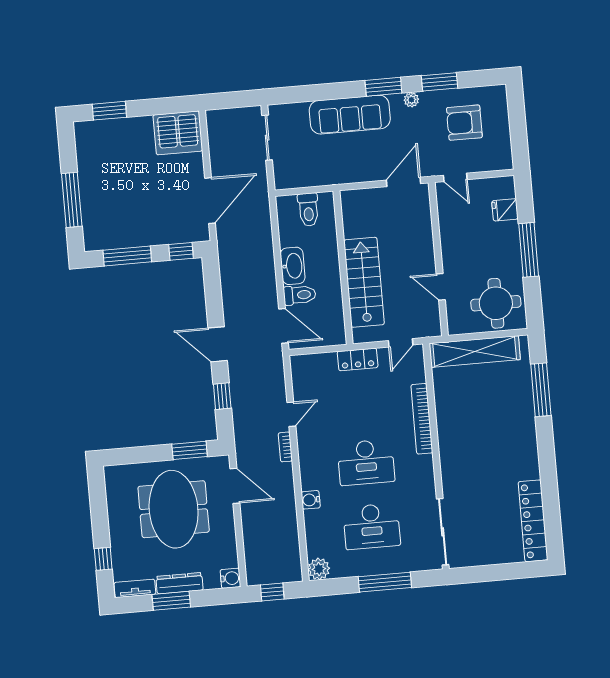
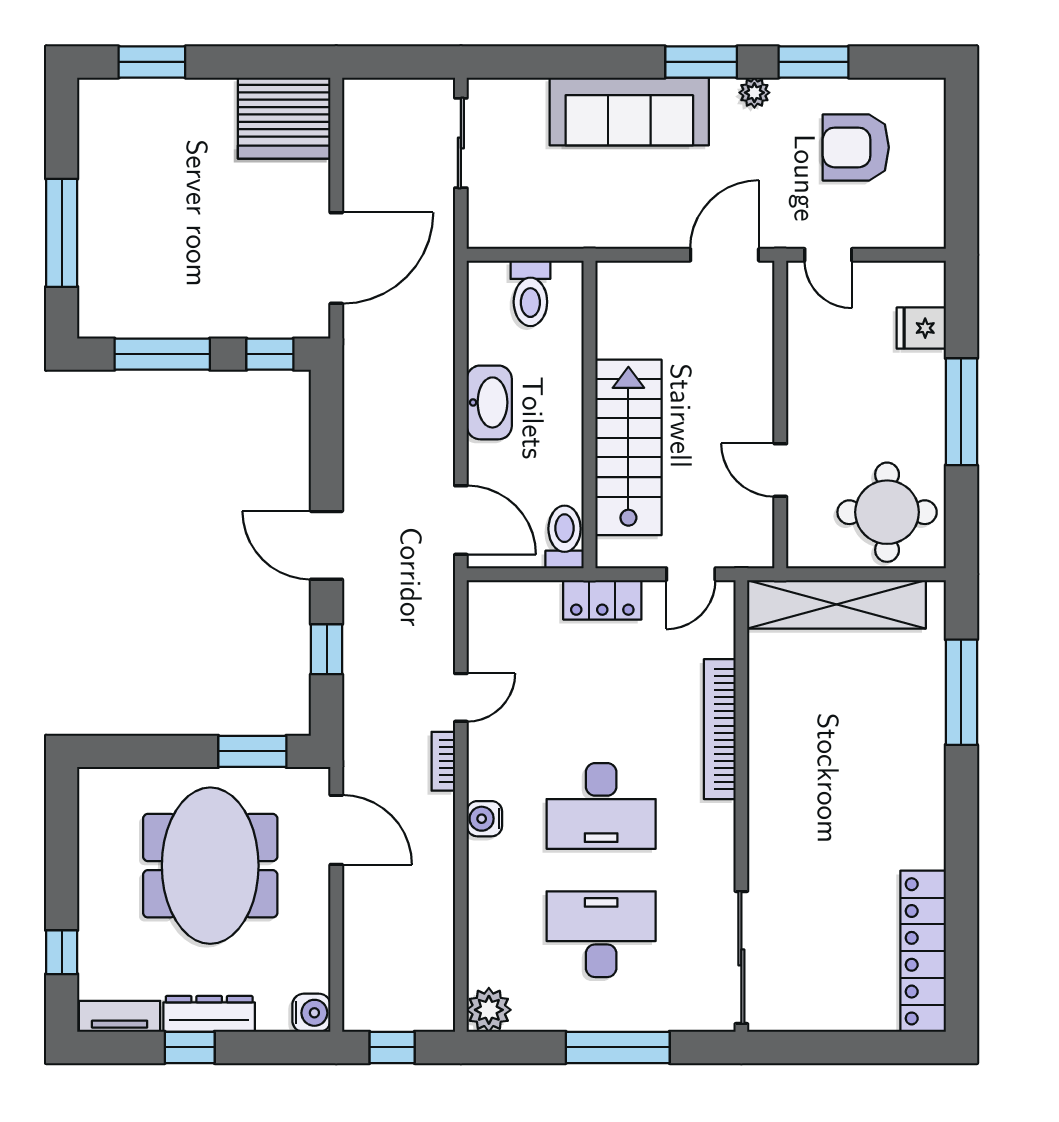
toilet: (300, 295) -> (565, 537), moved, turned -90
water cooler: (311, 500) -> (484, 819), moved
desk: (372, 526) -> (601, 934), turned 180
window: (171, 601) -> (190, 1047), width x0.67

